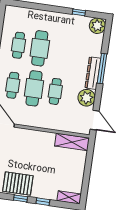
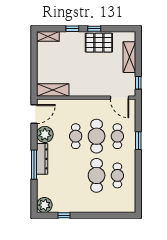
door: (95, 120) -> (34, 114), swing flipped

